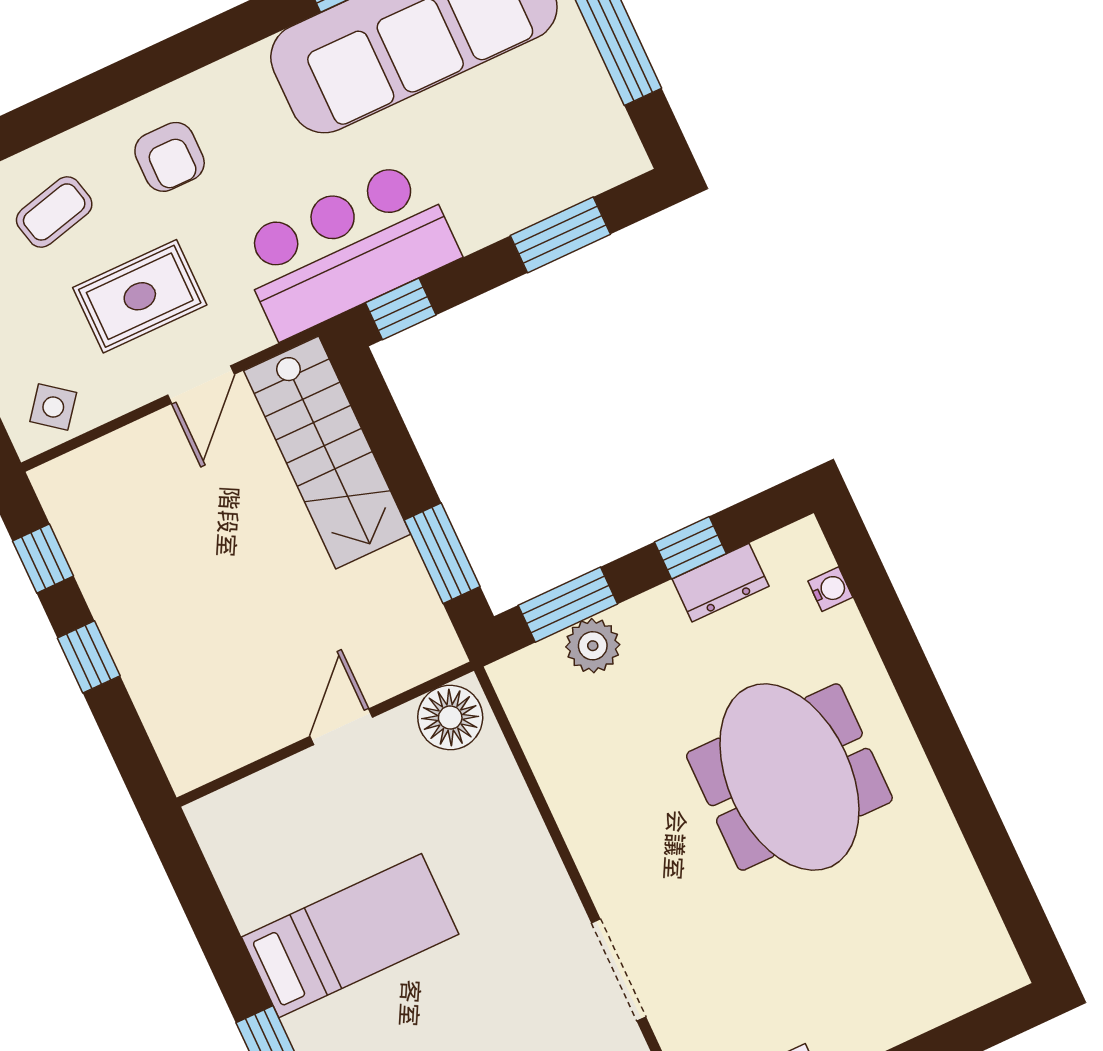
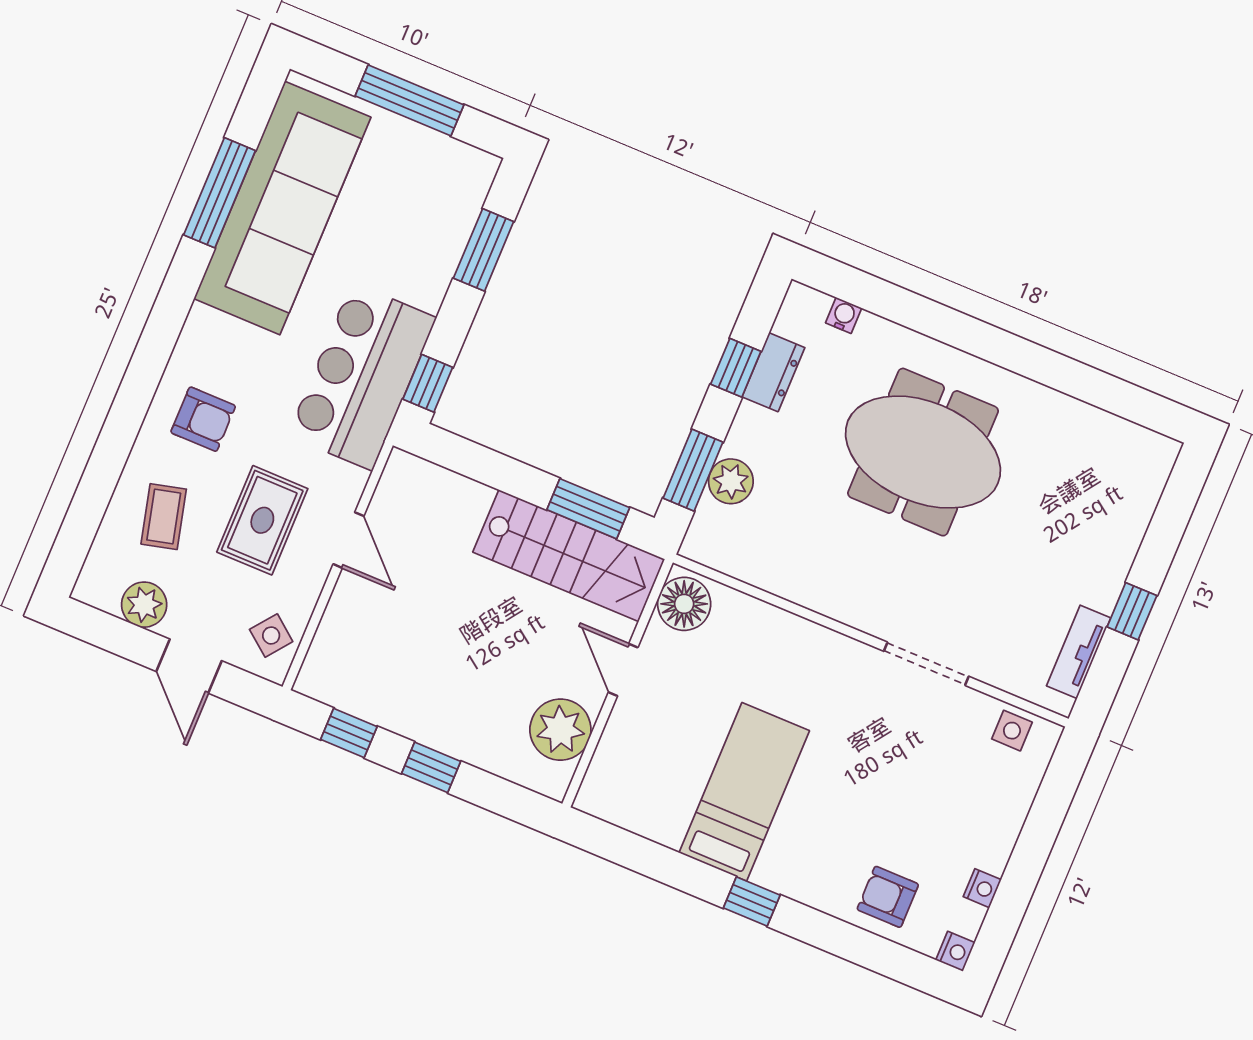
stairs: (327, 452) -> (569, 556), moved
plant: (236, 729) -> (560, 730), added

